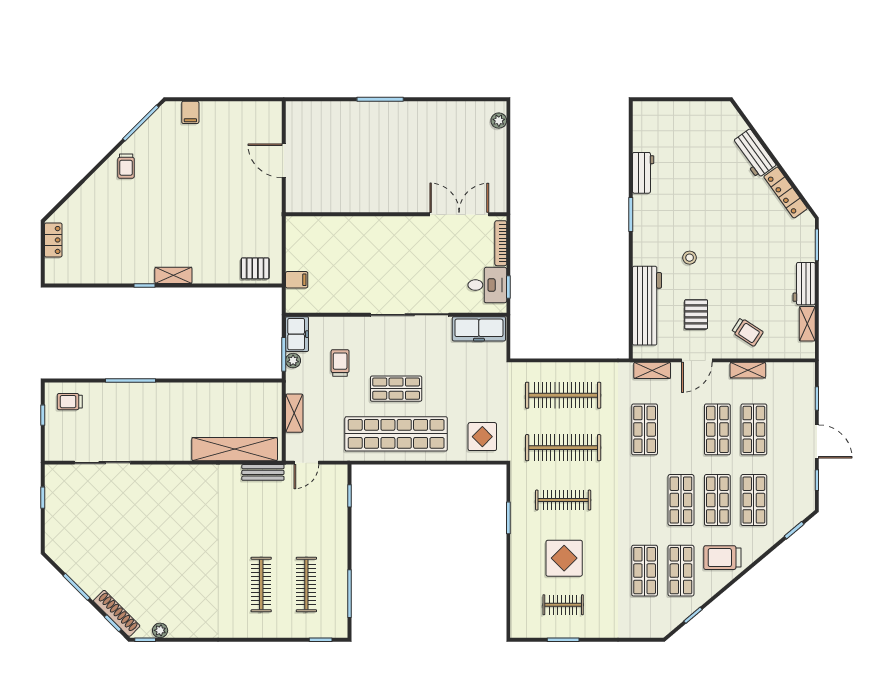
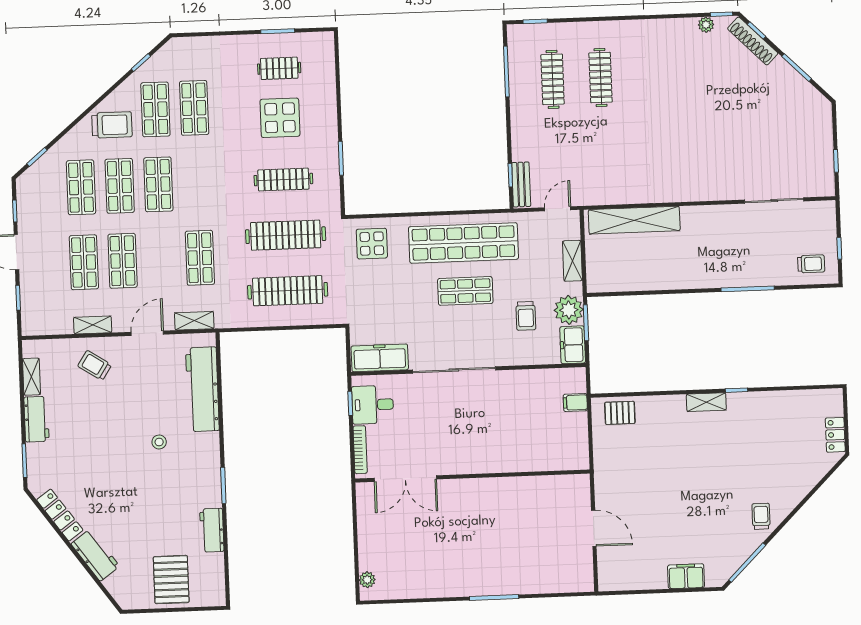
filing cabinet: (190, 112) -> (686, 576), width x2.00
pallet: (696, 314) -> (171, 580), moved, width x1.50, depth x1.42
plant: (293, 361) -> (569, 310), width x1.87, depth x1.87
bench: (263, 472) -> (521, 184), moved, turned 90

